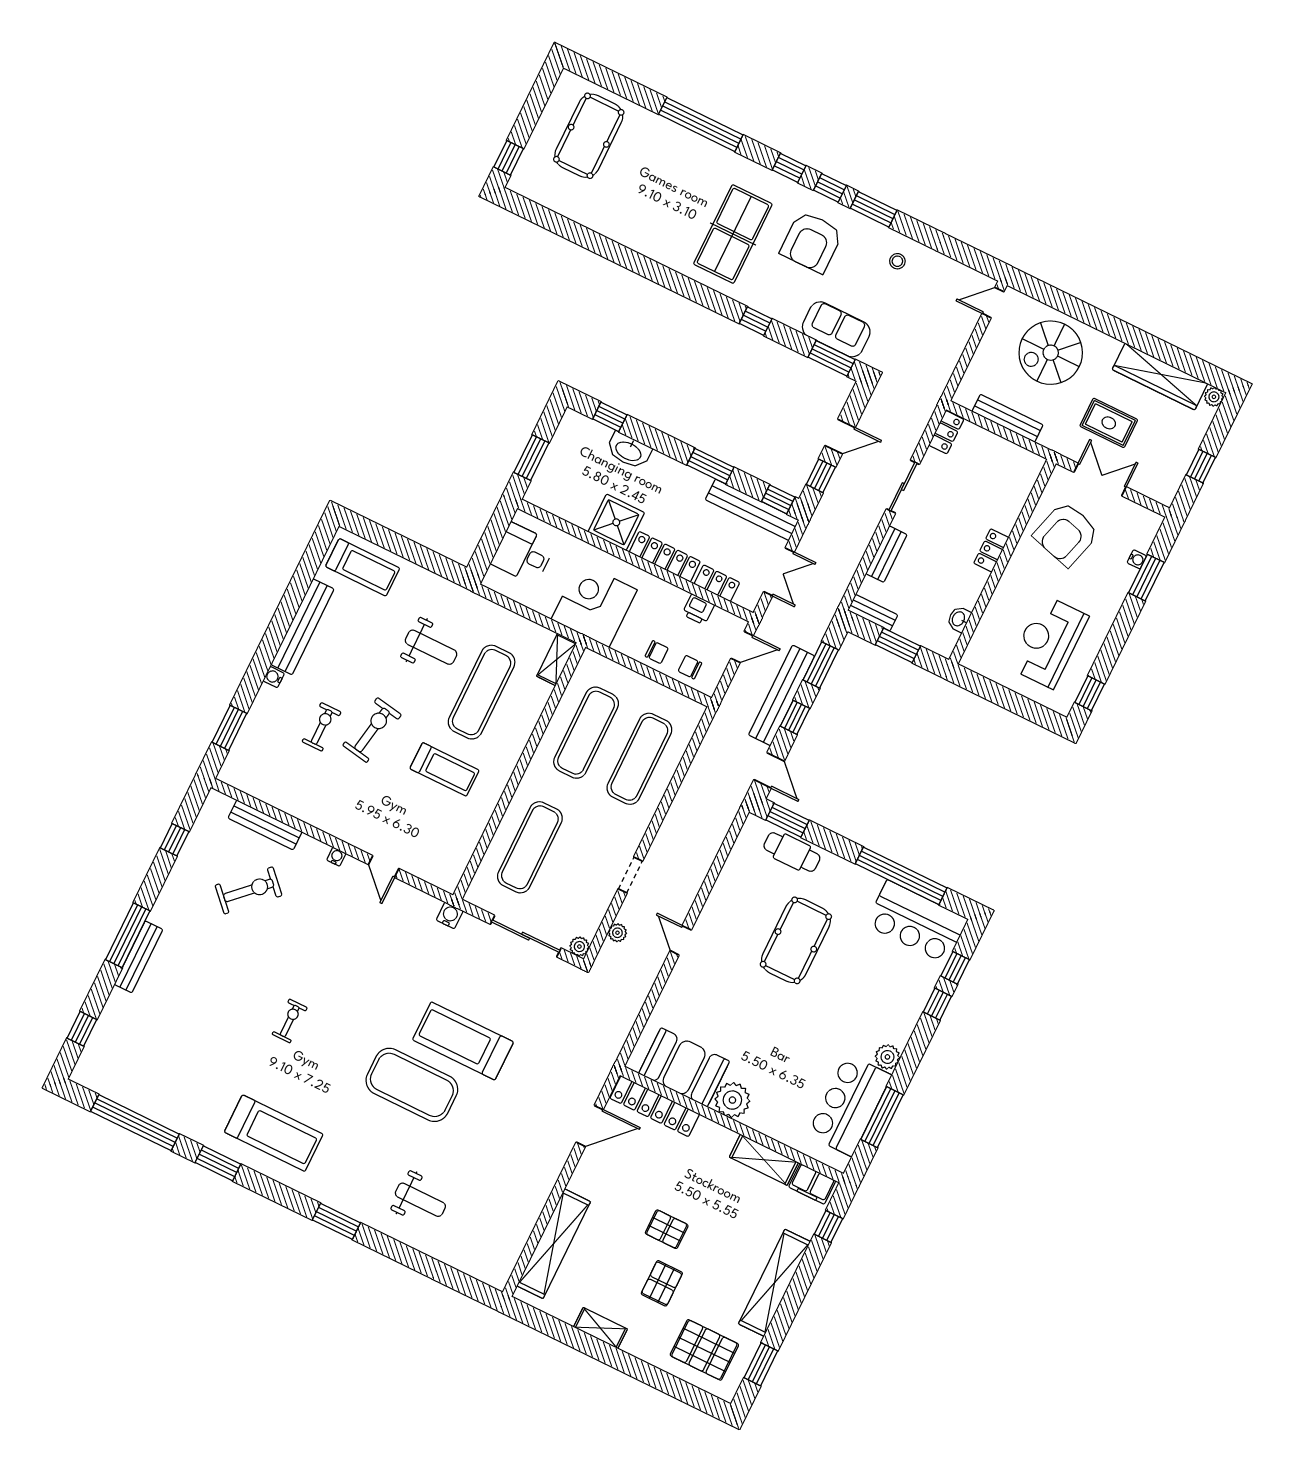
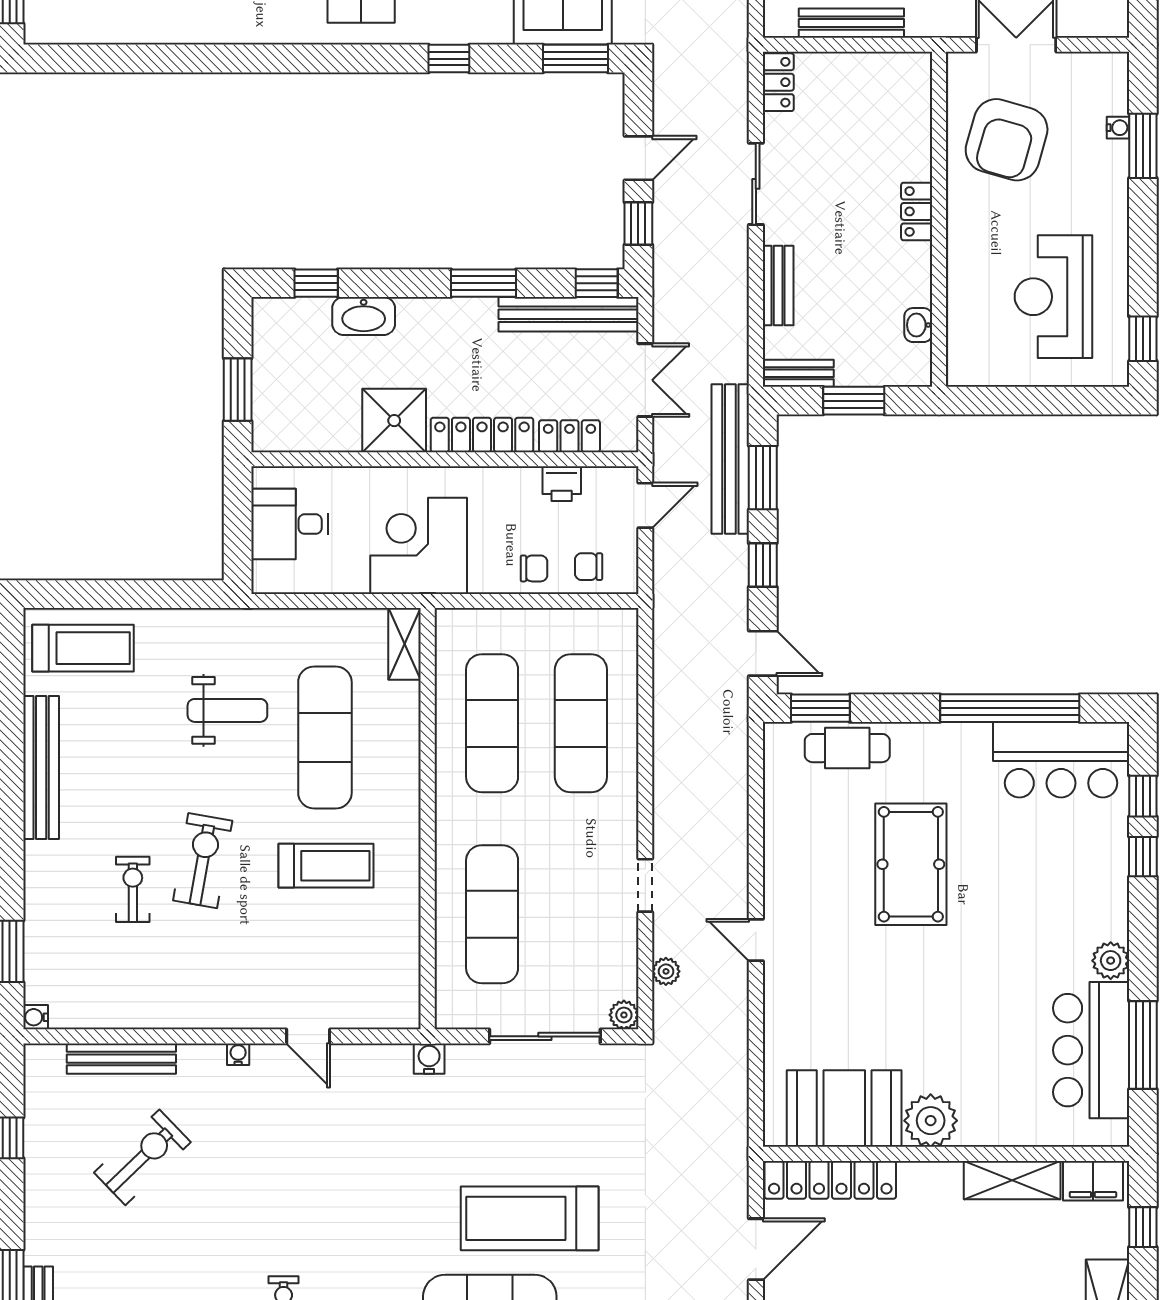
water cooler: (274, 677) -> (36, 1017), moved
bench: (782, 695) -> (730, 459), moved

